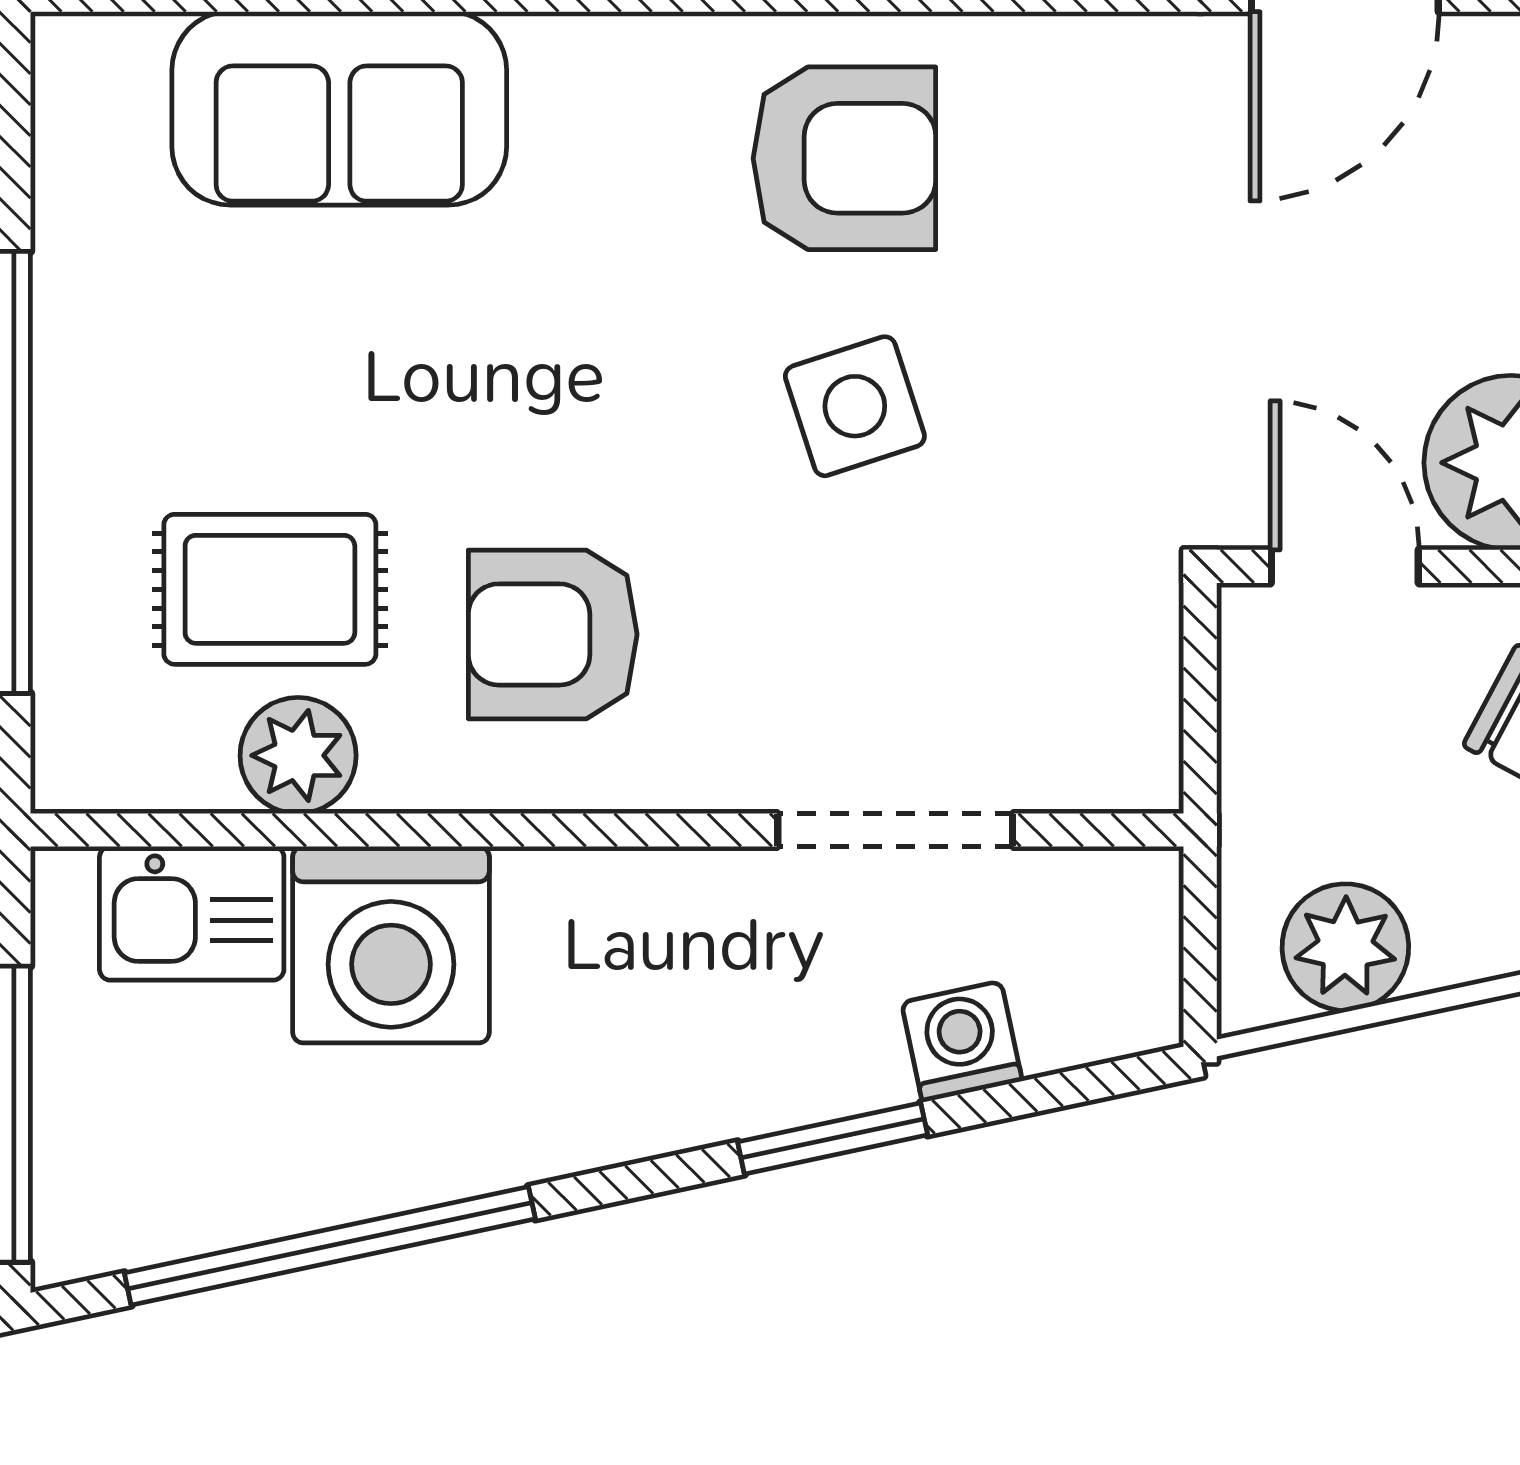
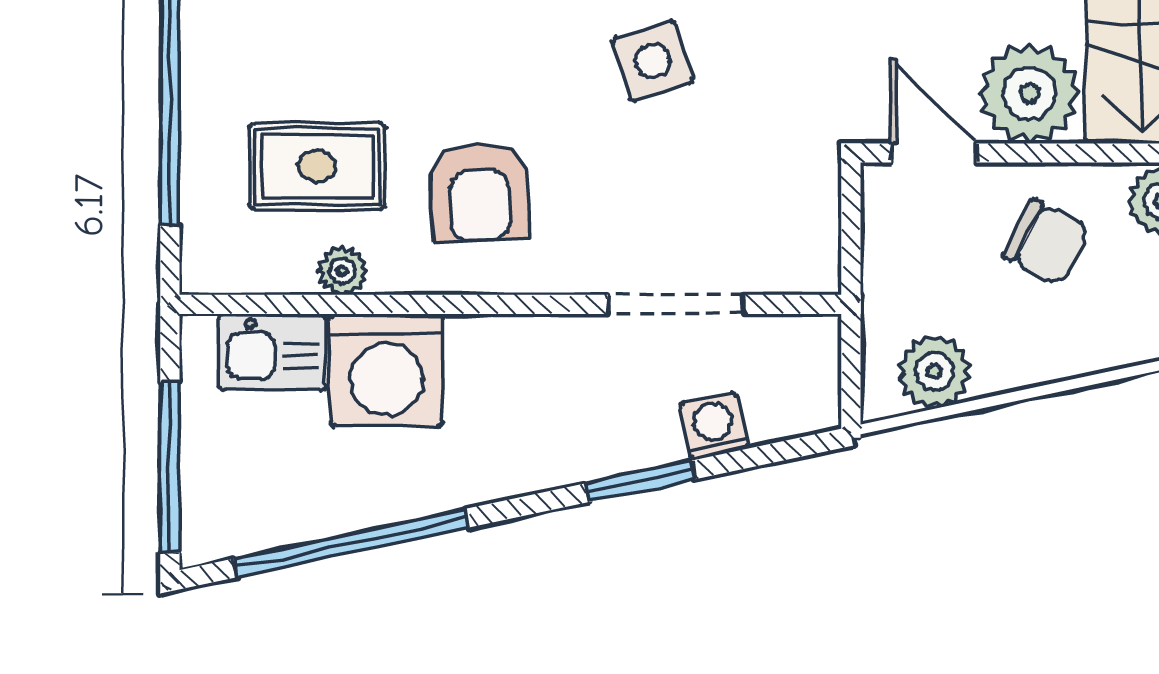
armchair: (553, 634) -> (479, 192), turned -93
plant: (298, 755) -> (342, 271), width x0.73, depth x0.73

